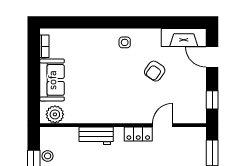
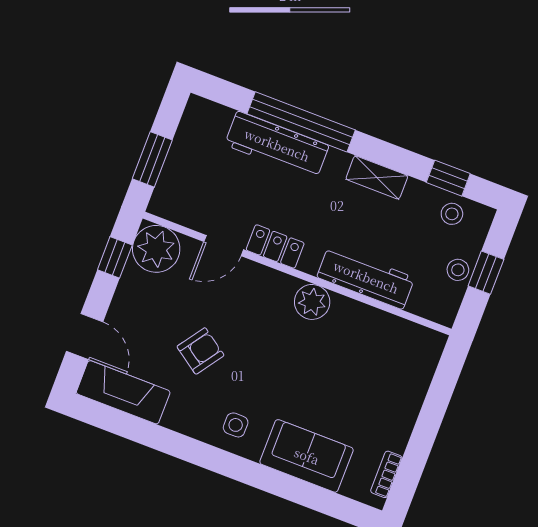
sofa: (52, 80) -> (307, 456), moved, turned 90
plant: (194, 111) -> (156, 249), added
plant: (55, 114) -> (312, 302), moved
workbench: (96, 136) -> (366, 277), width x1.38

